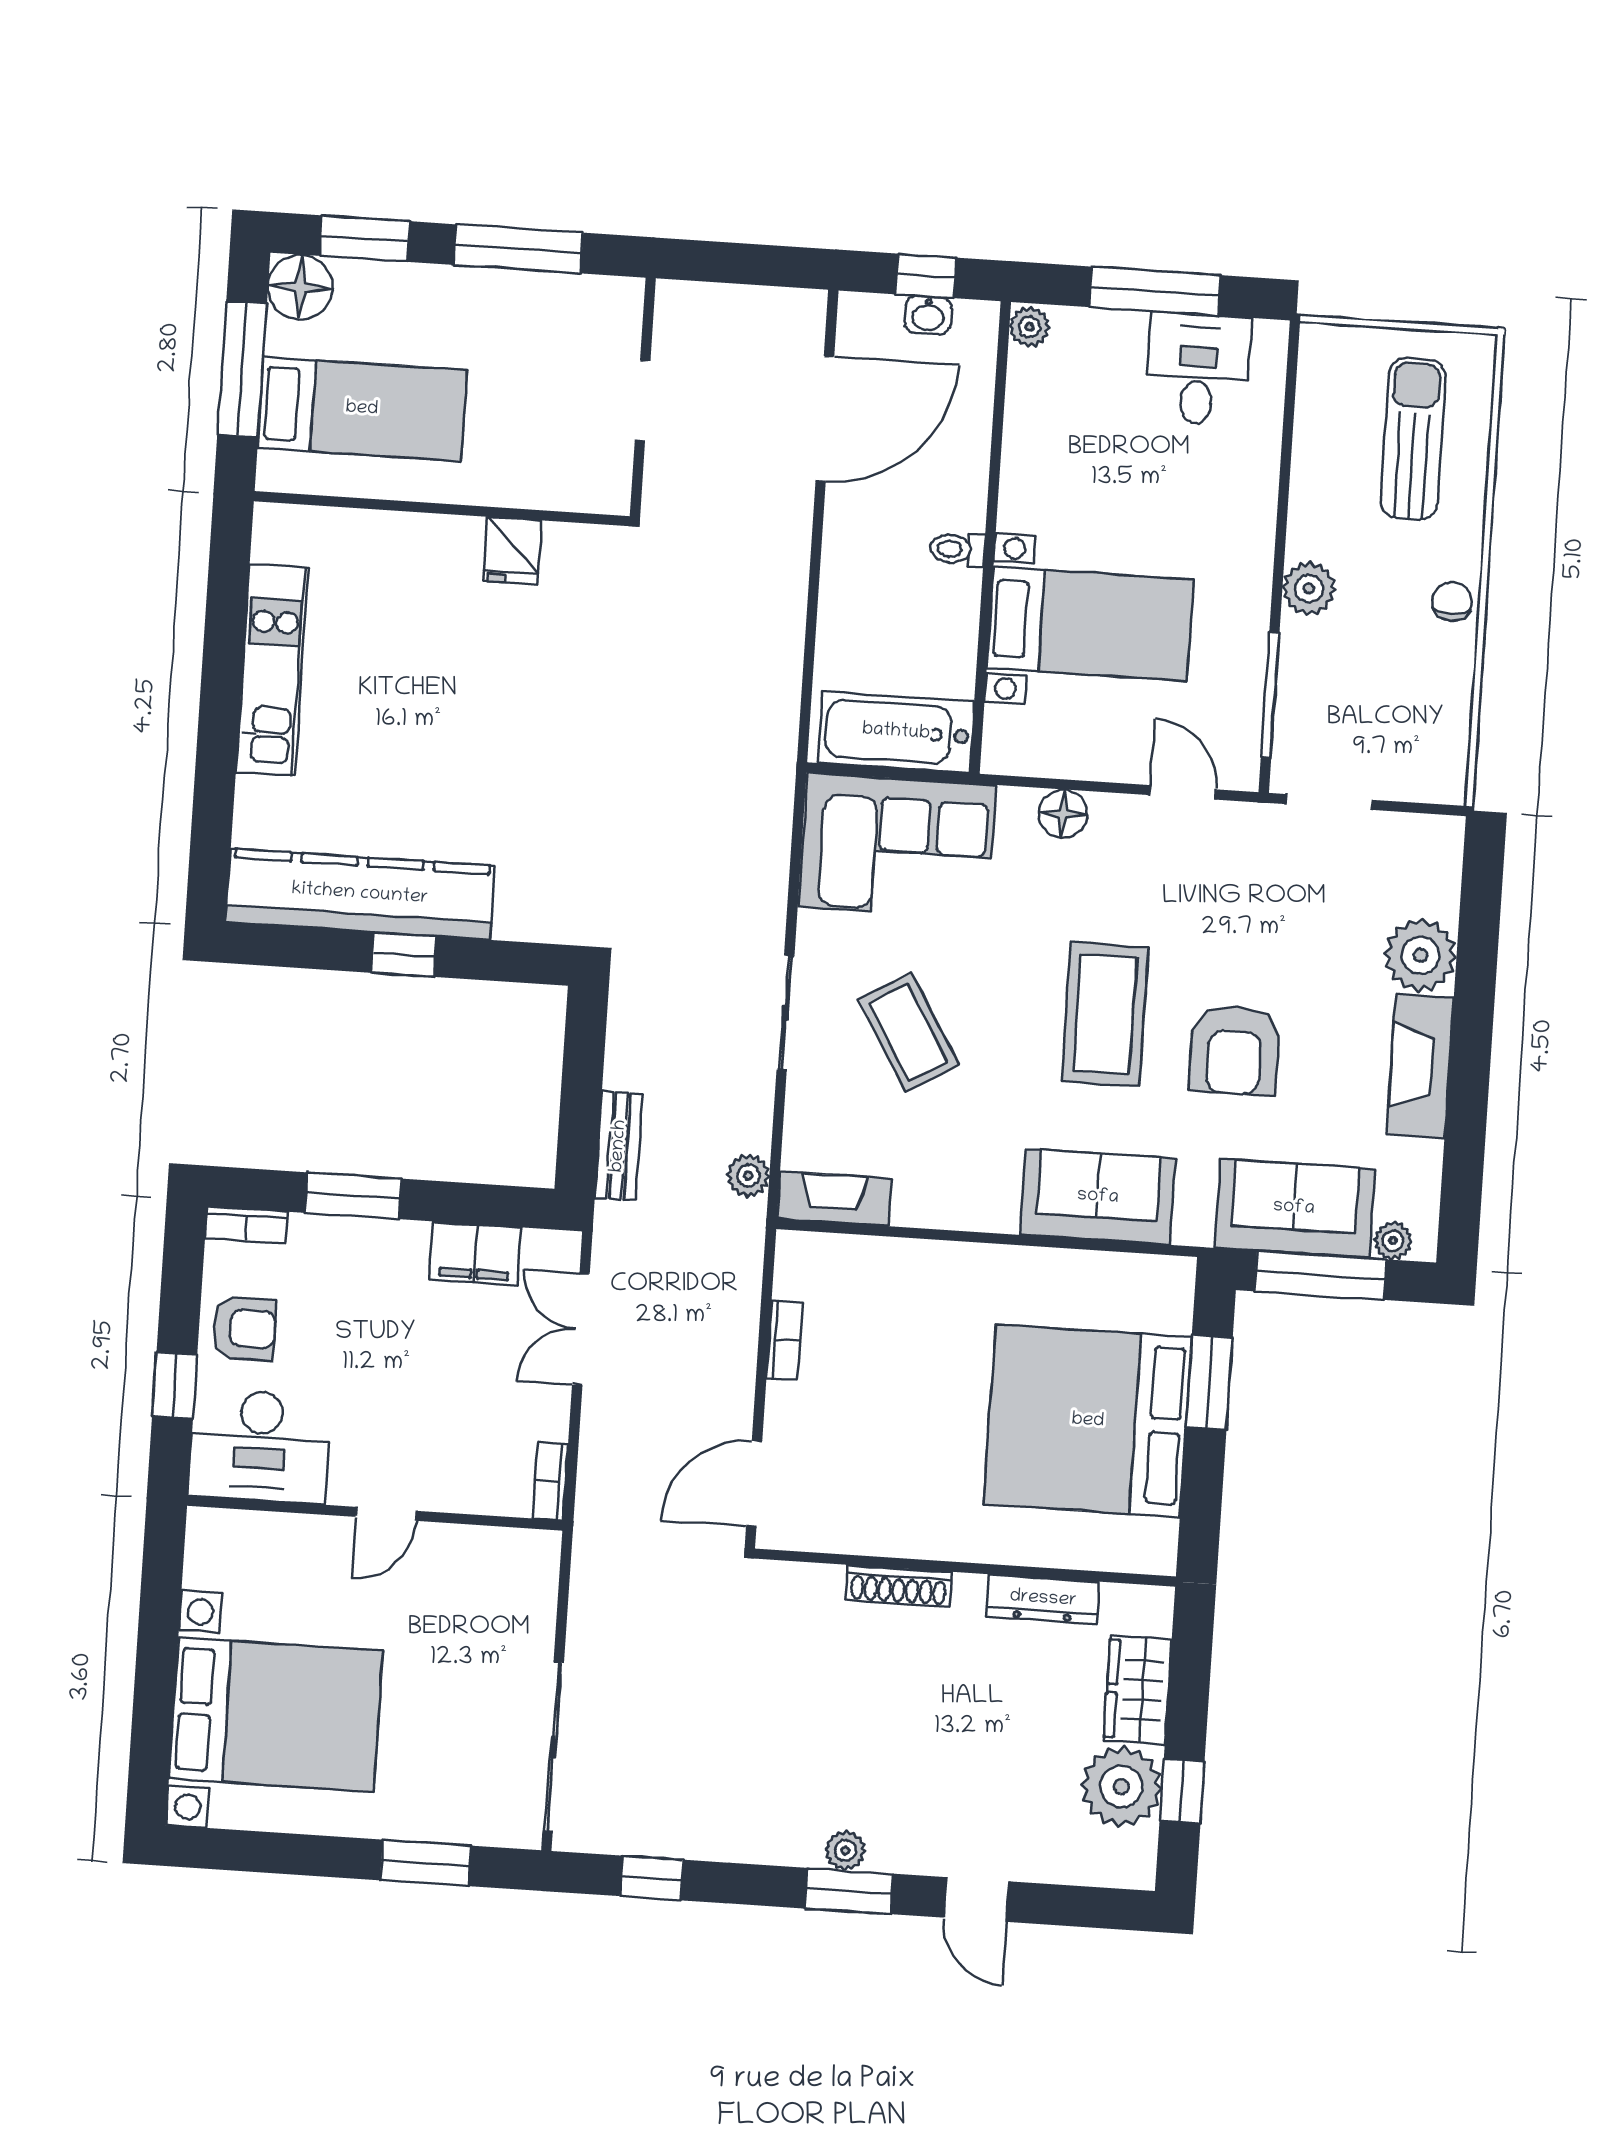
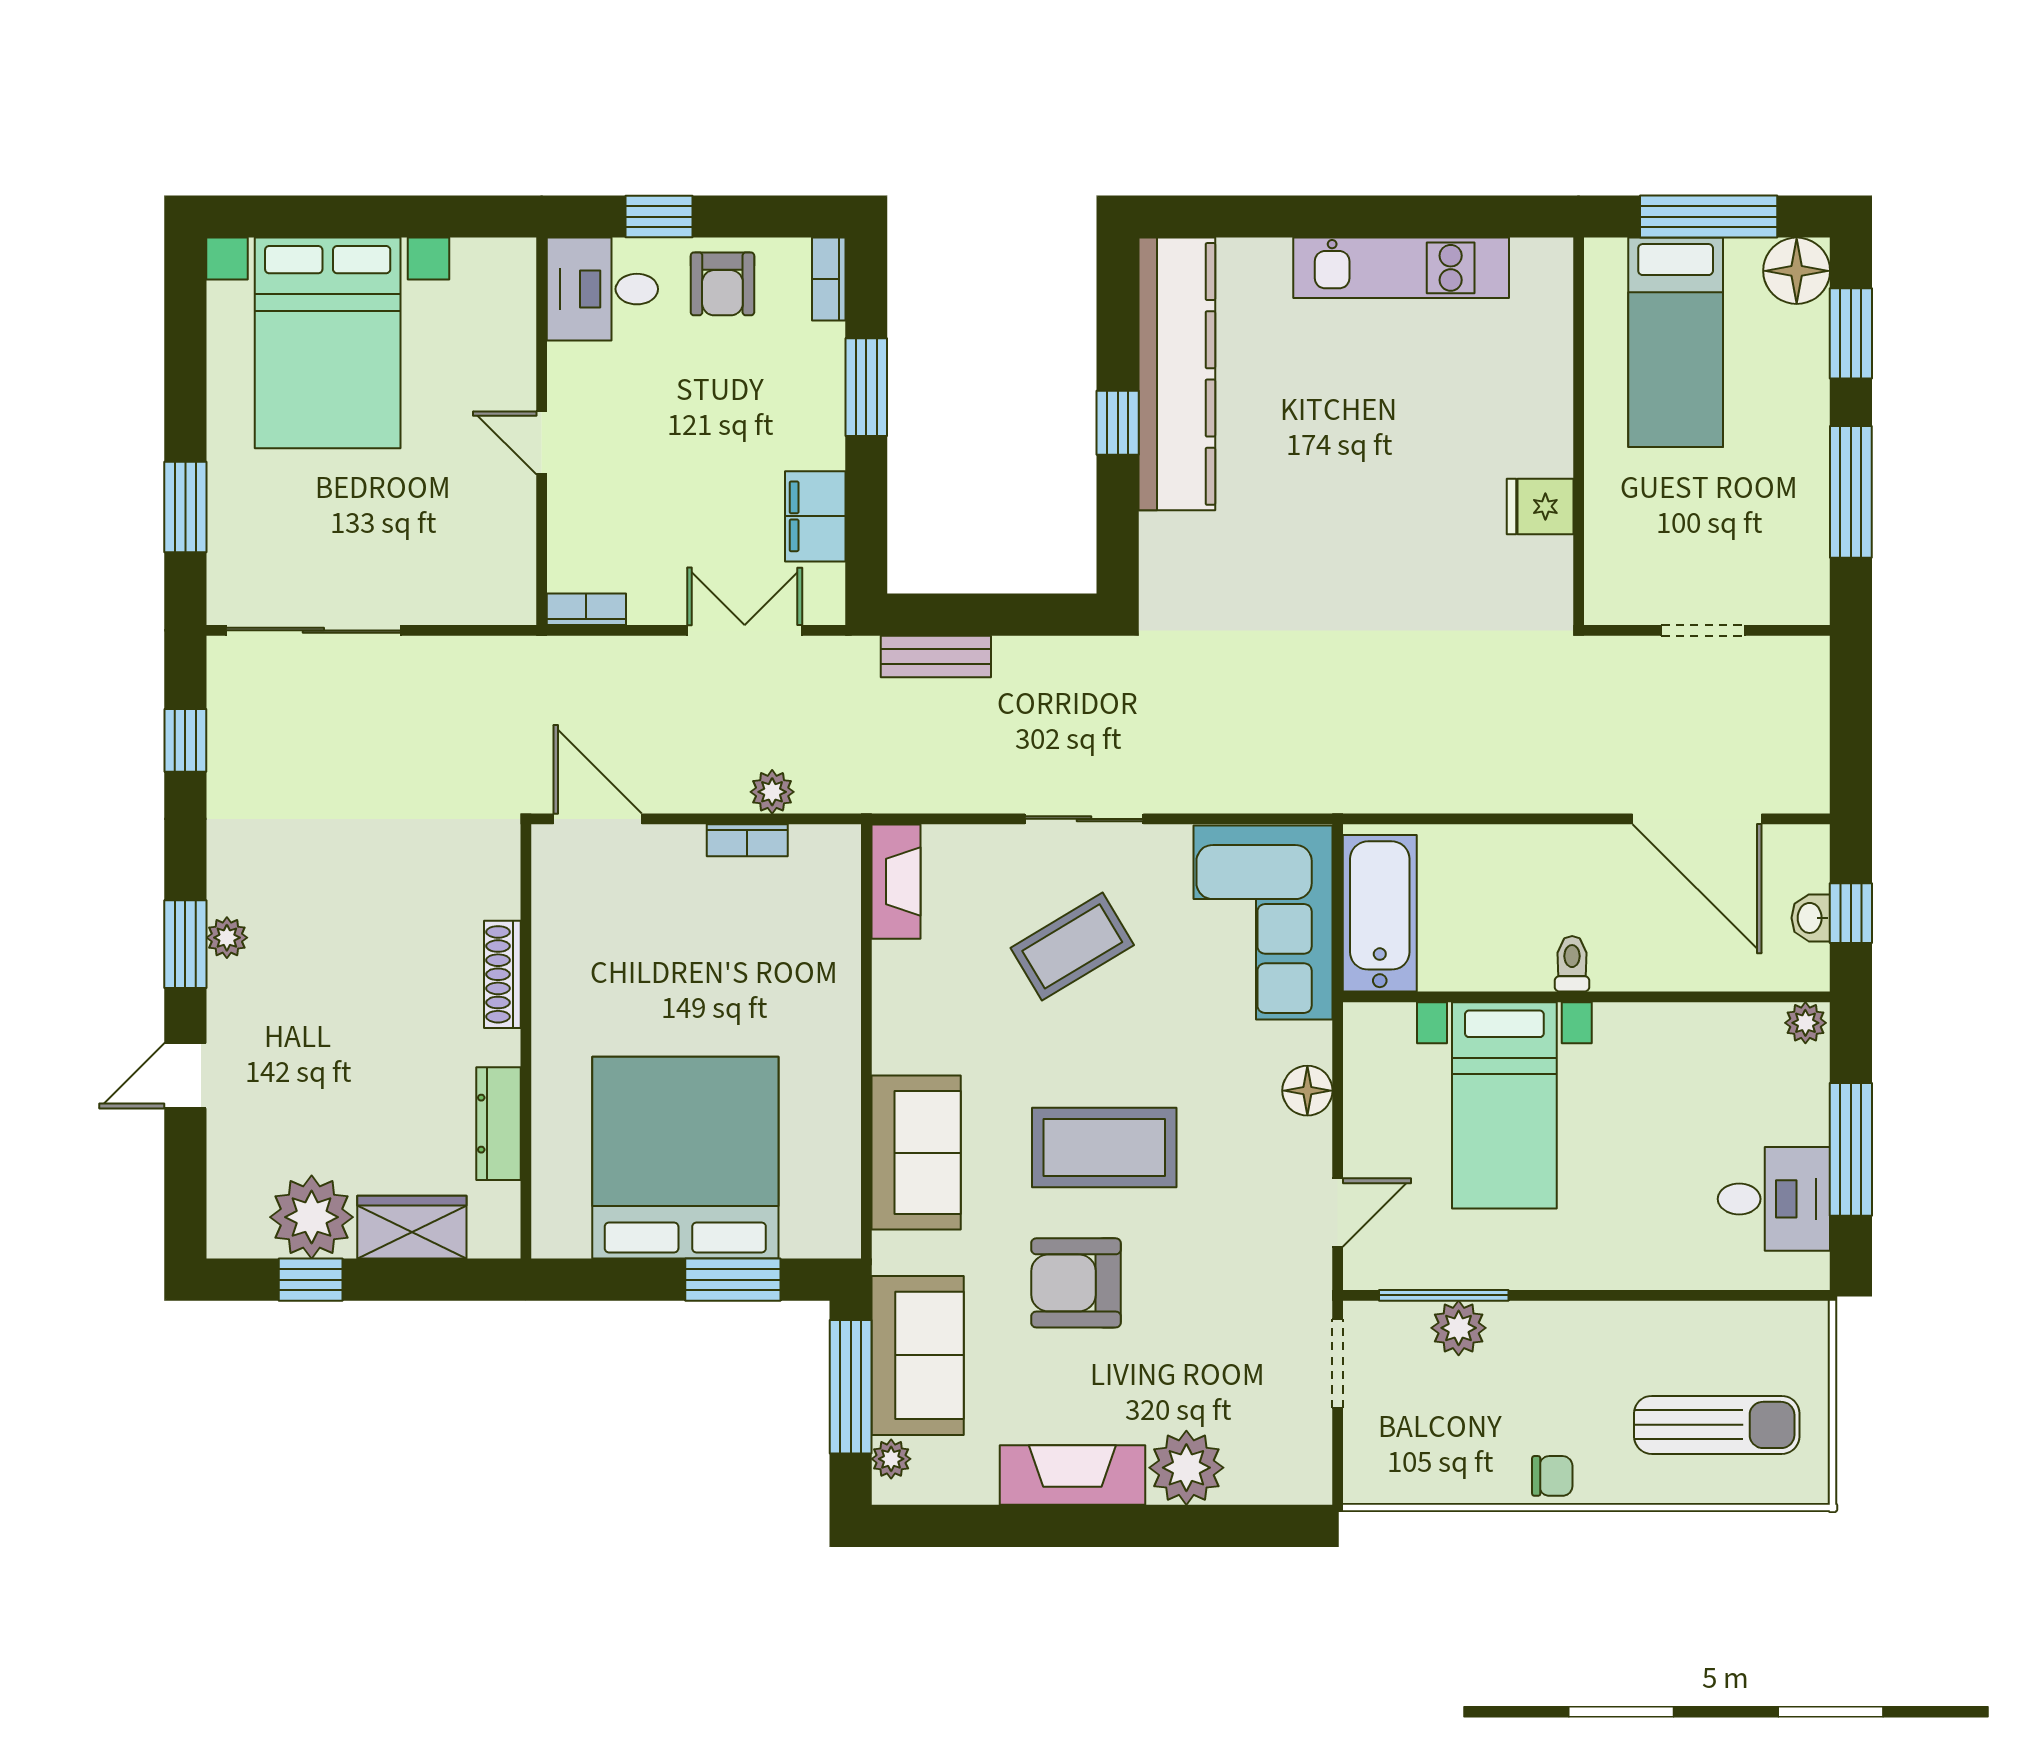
plant: (1309, 589) -> (1459, 1328), moved
plant: (748, 1176) -> (772, 792), moved
desk: (260, 1446) -> (602, 289), width x0.73

